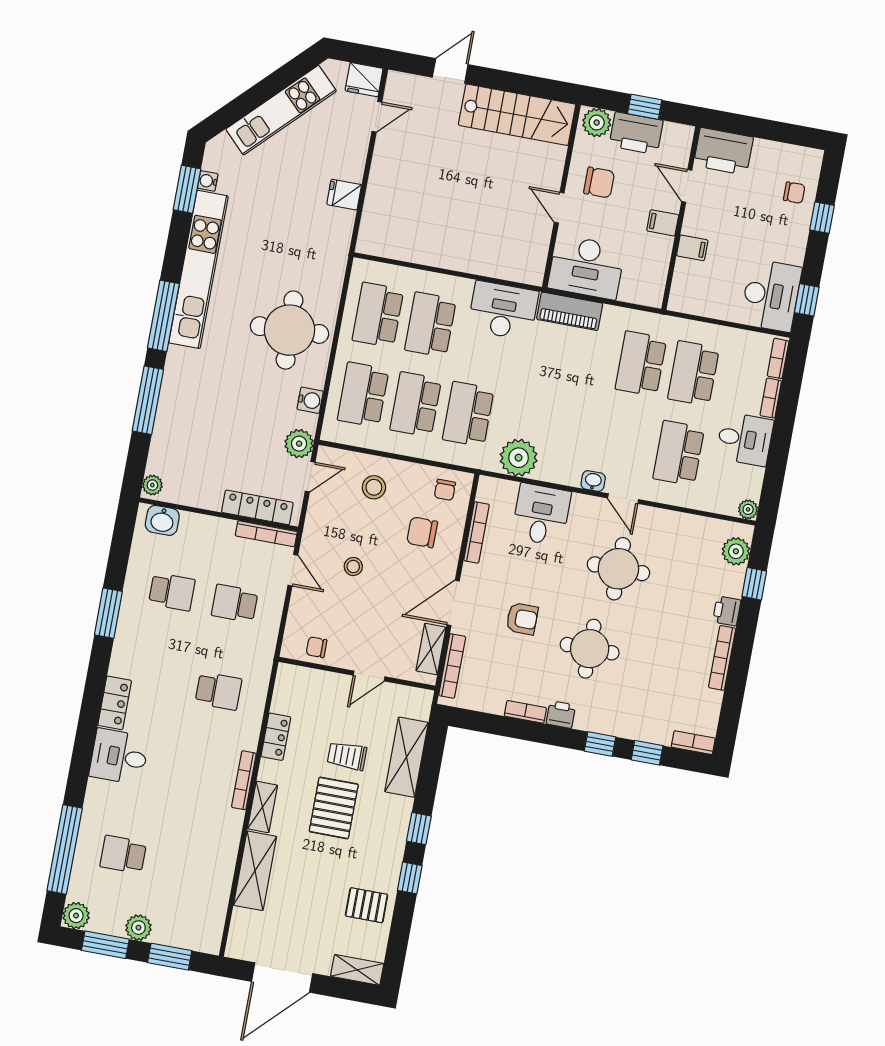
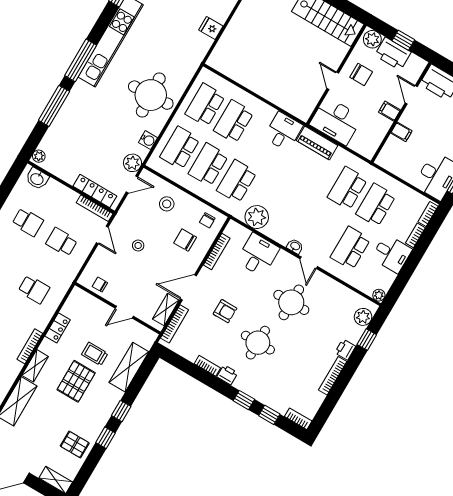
desk: (503, 311) -> (283, 131), width x0.73

